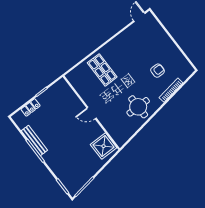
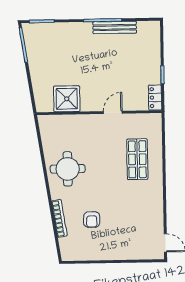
shop shelf: (102, 70) -> (137, 159), turned 90
locker: (30, 107) -> (155, 98), moved
door: (92, 113) -> (113, 112), moved
shower: (104, 146) -> (67, 99), moved

